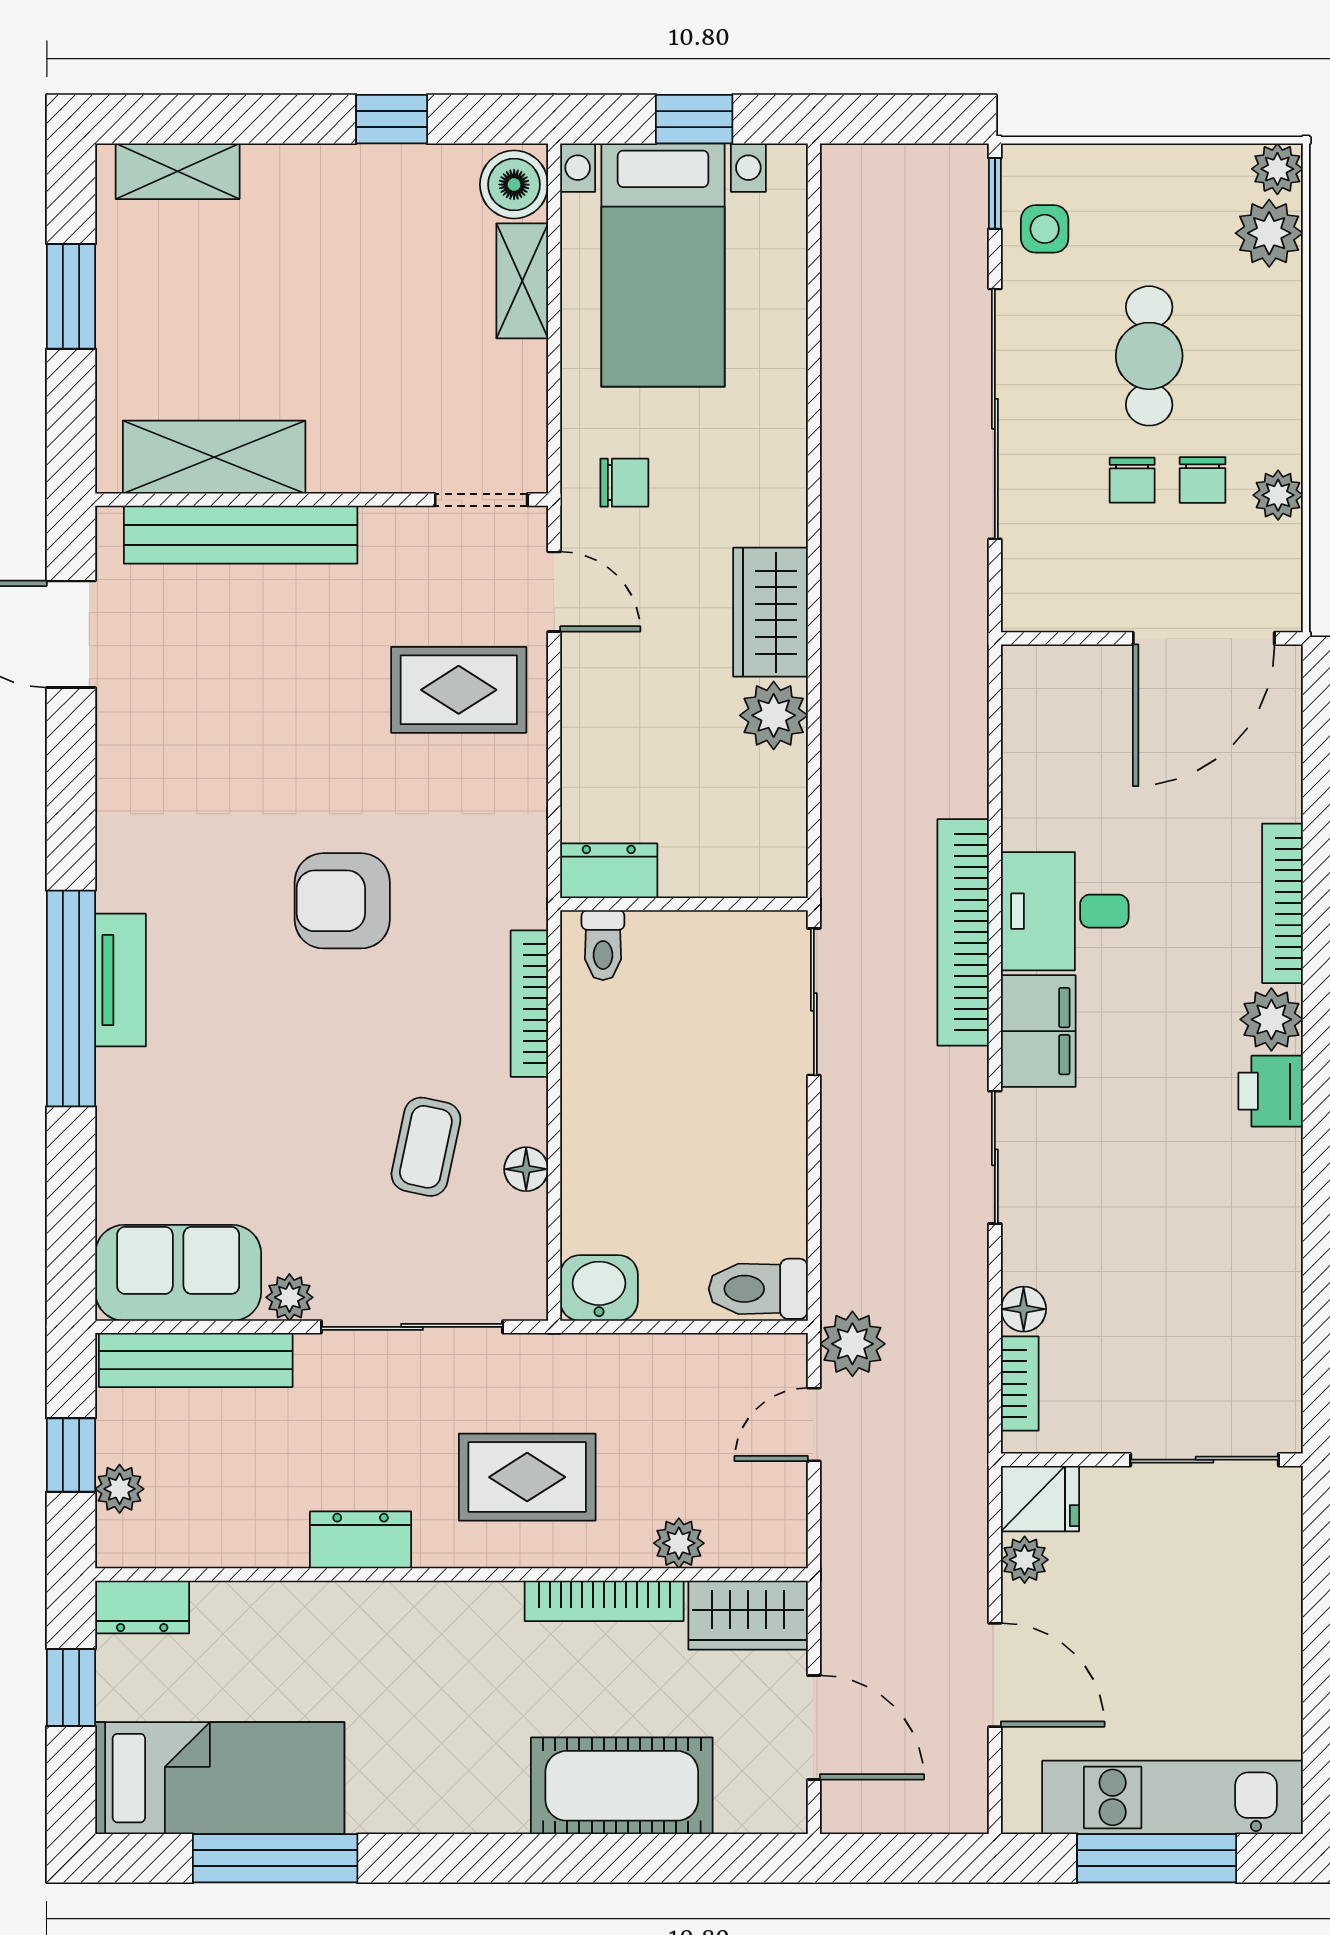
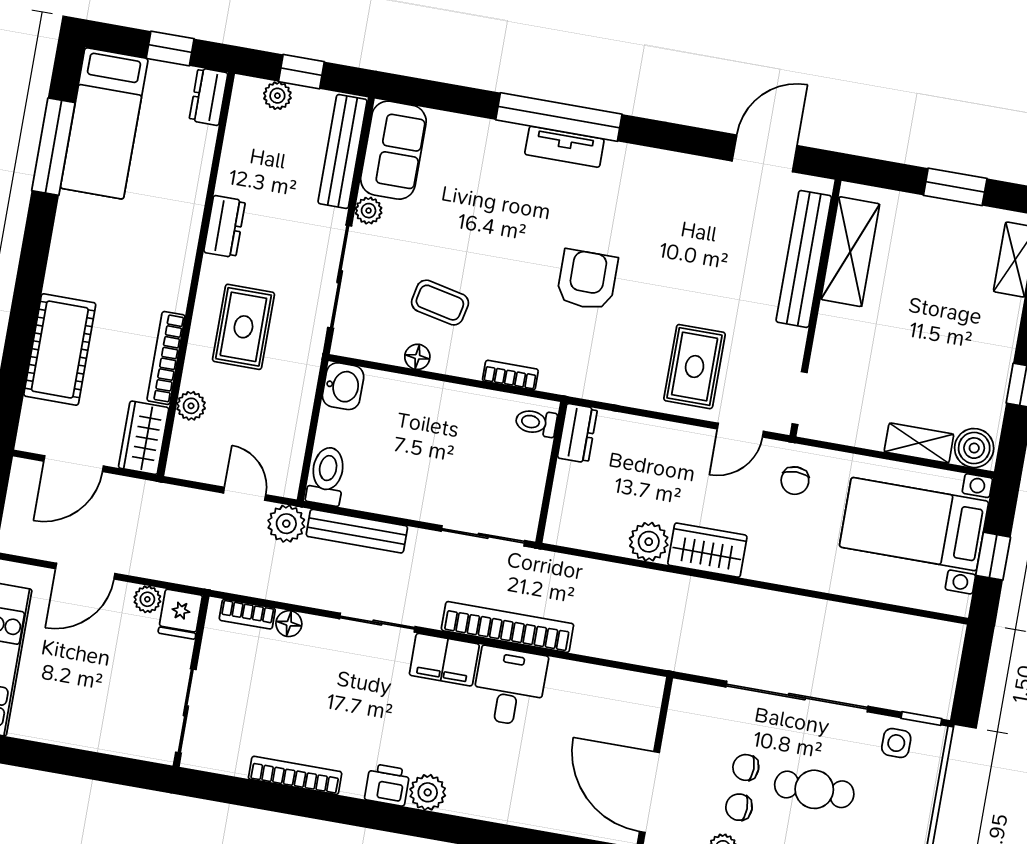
bookcase: (1283, 903) -> (295, 775), moved
bookcase: (529, 1004) -> (510, 375), width x0.64
bench: (844, 1220) -> (357, 531), added

